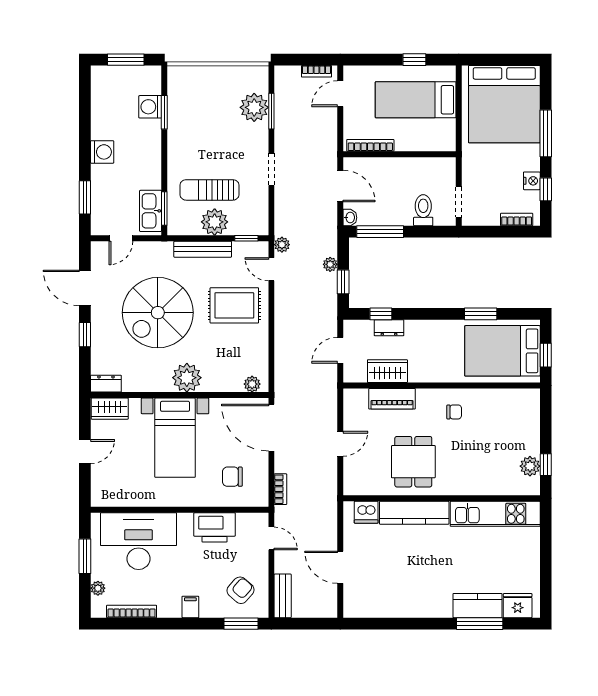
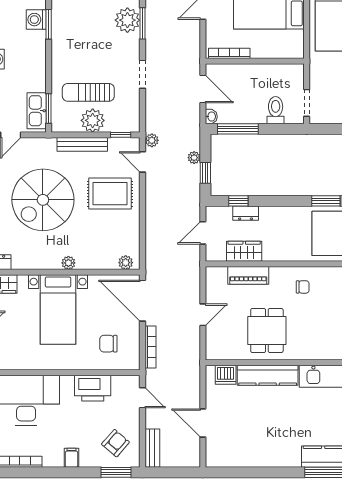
plant: (187, 378) -> (68, 263), width x0.53, depth x0.53
bookcase: (280, 489) -> (150, 347), width x1.56

